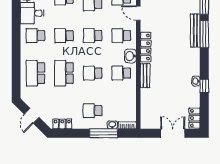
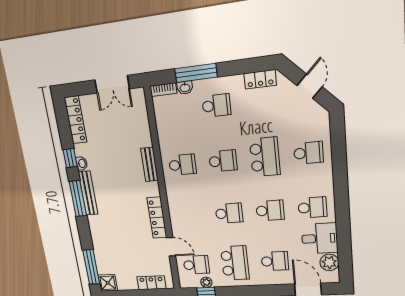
bench: (195, 31) -> (88, 193), moved
window: (204, 34) -> (78, 199), moved
school desk: (121, 36) -> (190, 216), removed
locker: (146, 47) -> (157, 218), moved
washbasin: (130, 56) -> (173, 189), removed
school desk: (35, 73) -> (308, 153), width x0.54
locker: (194, 118) -> (75, 120), width x1.53
double door: (173, 133) -> (112, 84), moved

